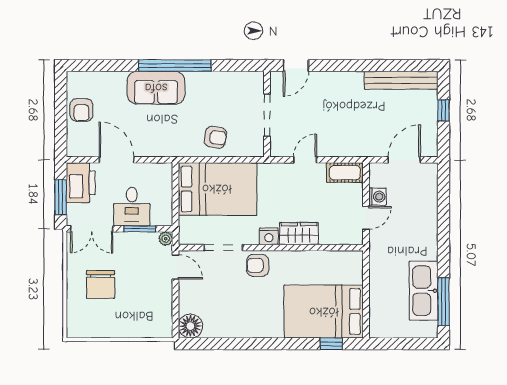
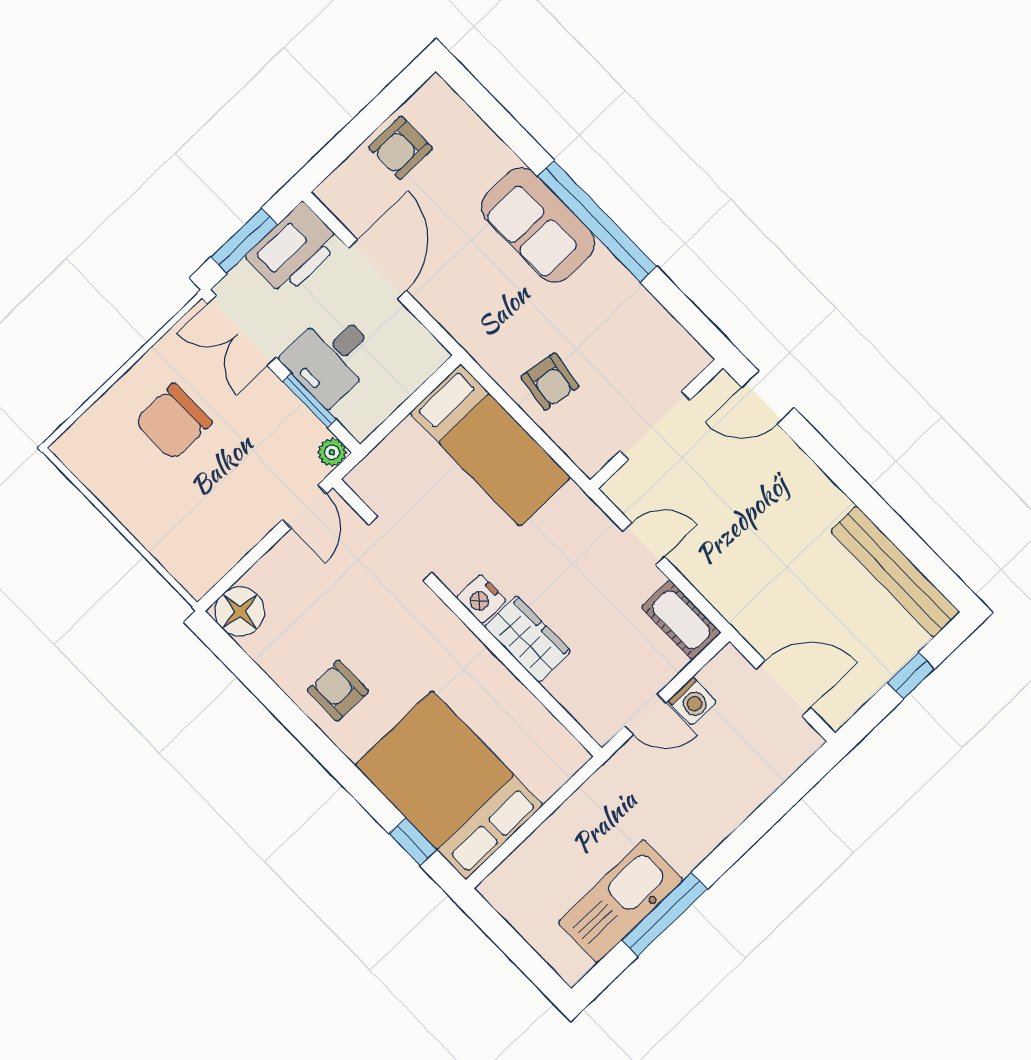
bed: (217, 189) -> (490, 445), width x0.67
armchair: (258, 265) -> (338, 691), moved
window: (443, 302) -> (665, 914), moved

